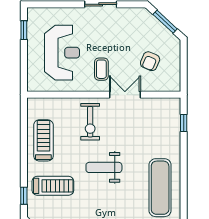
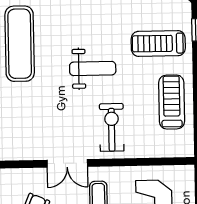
treadmill: (43, 140) -> (172, 102), turned 180

